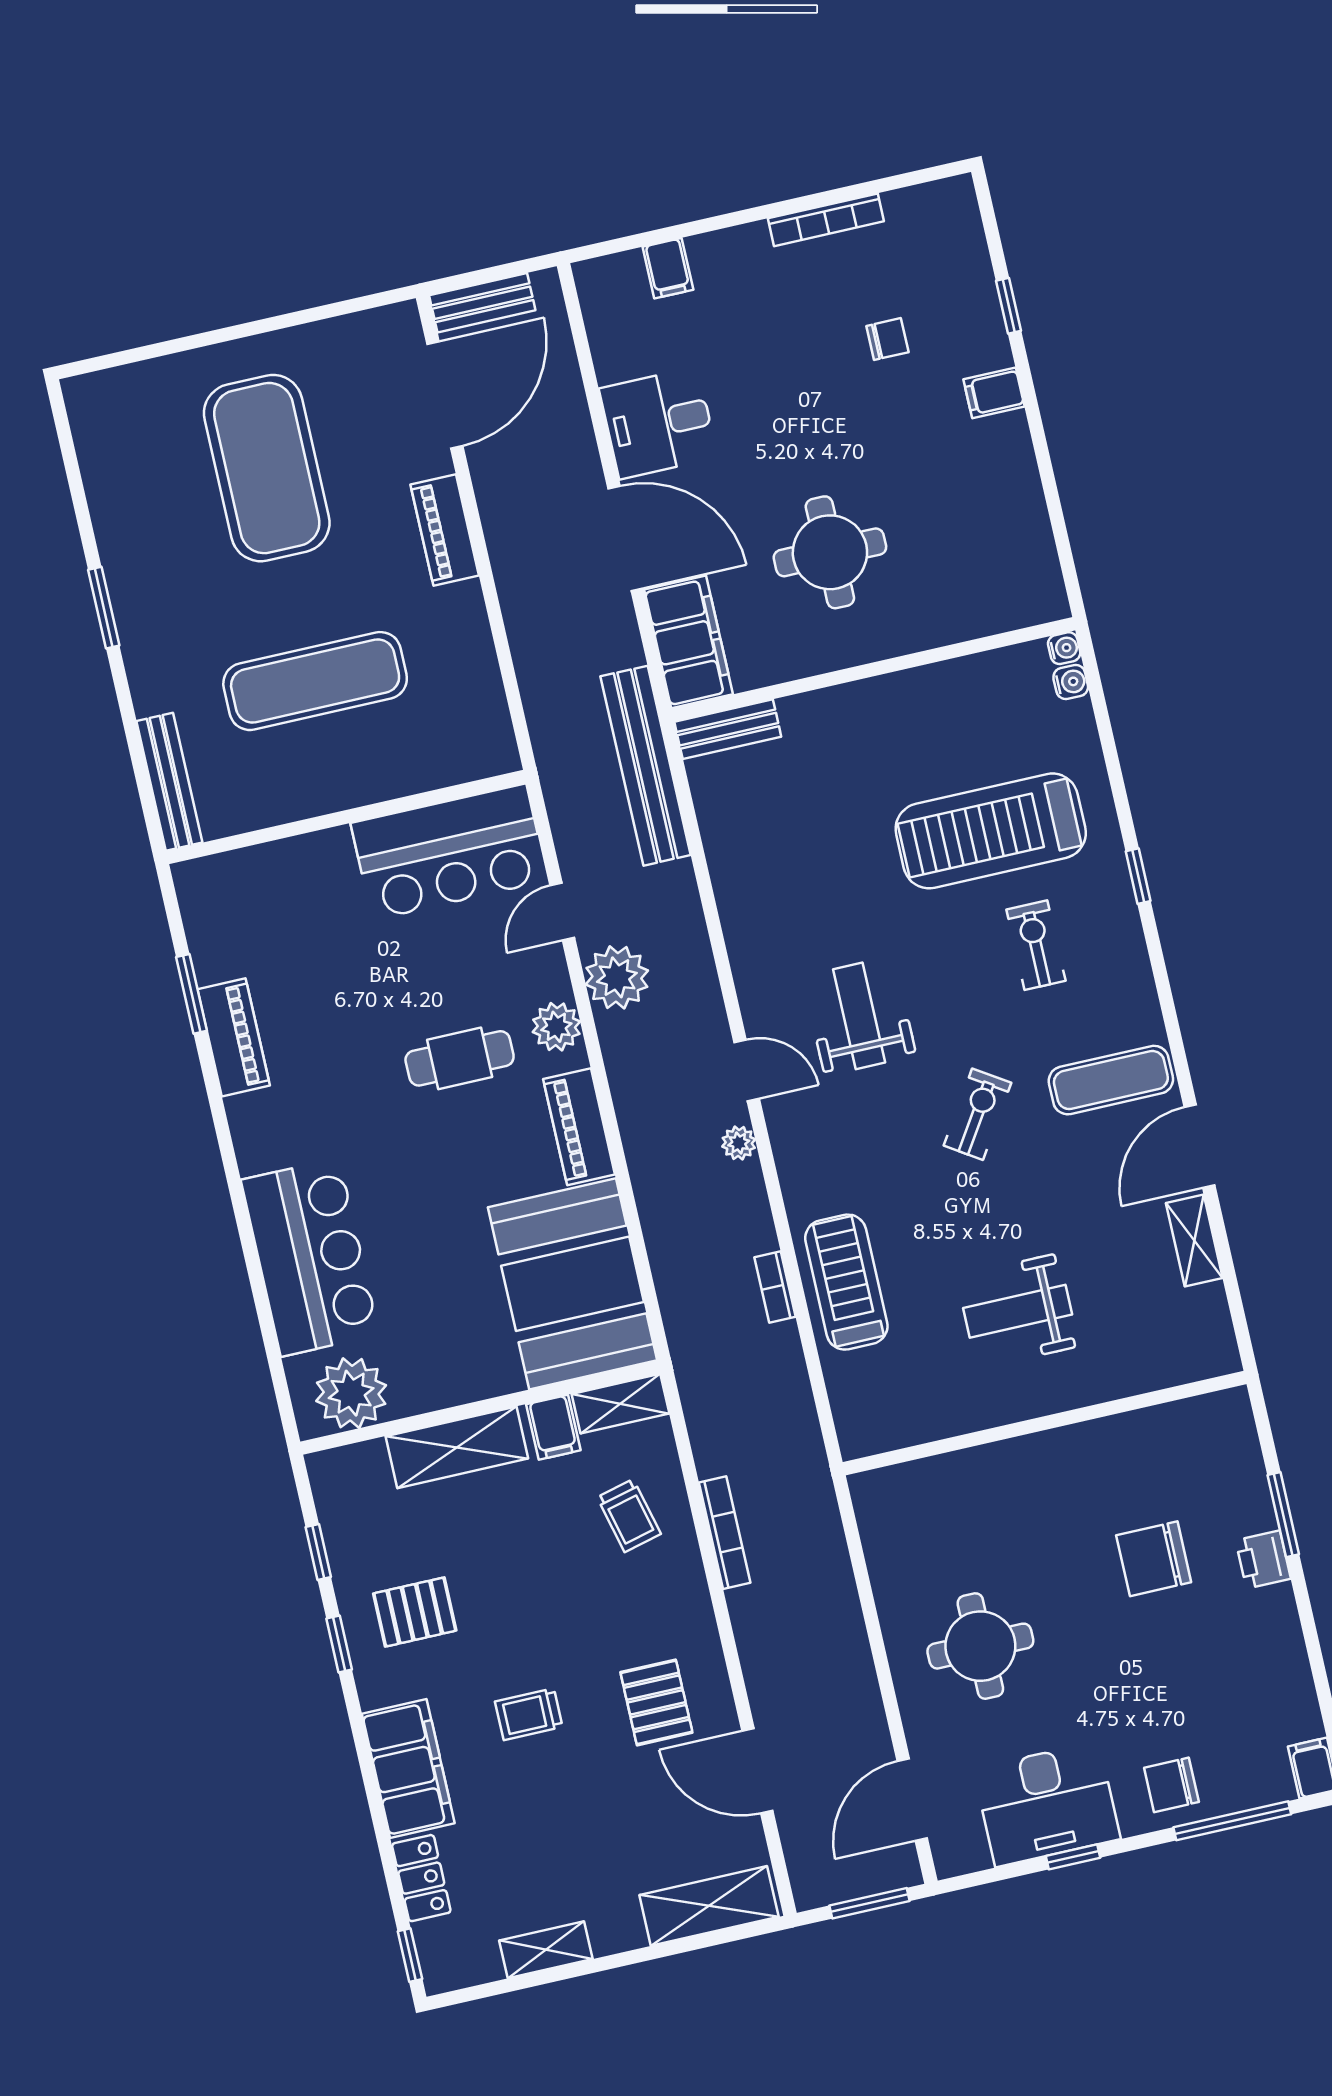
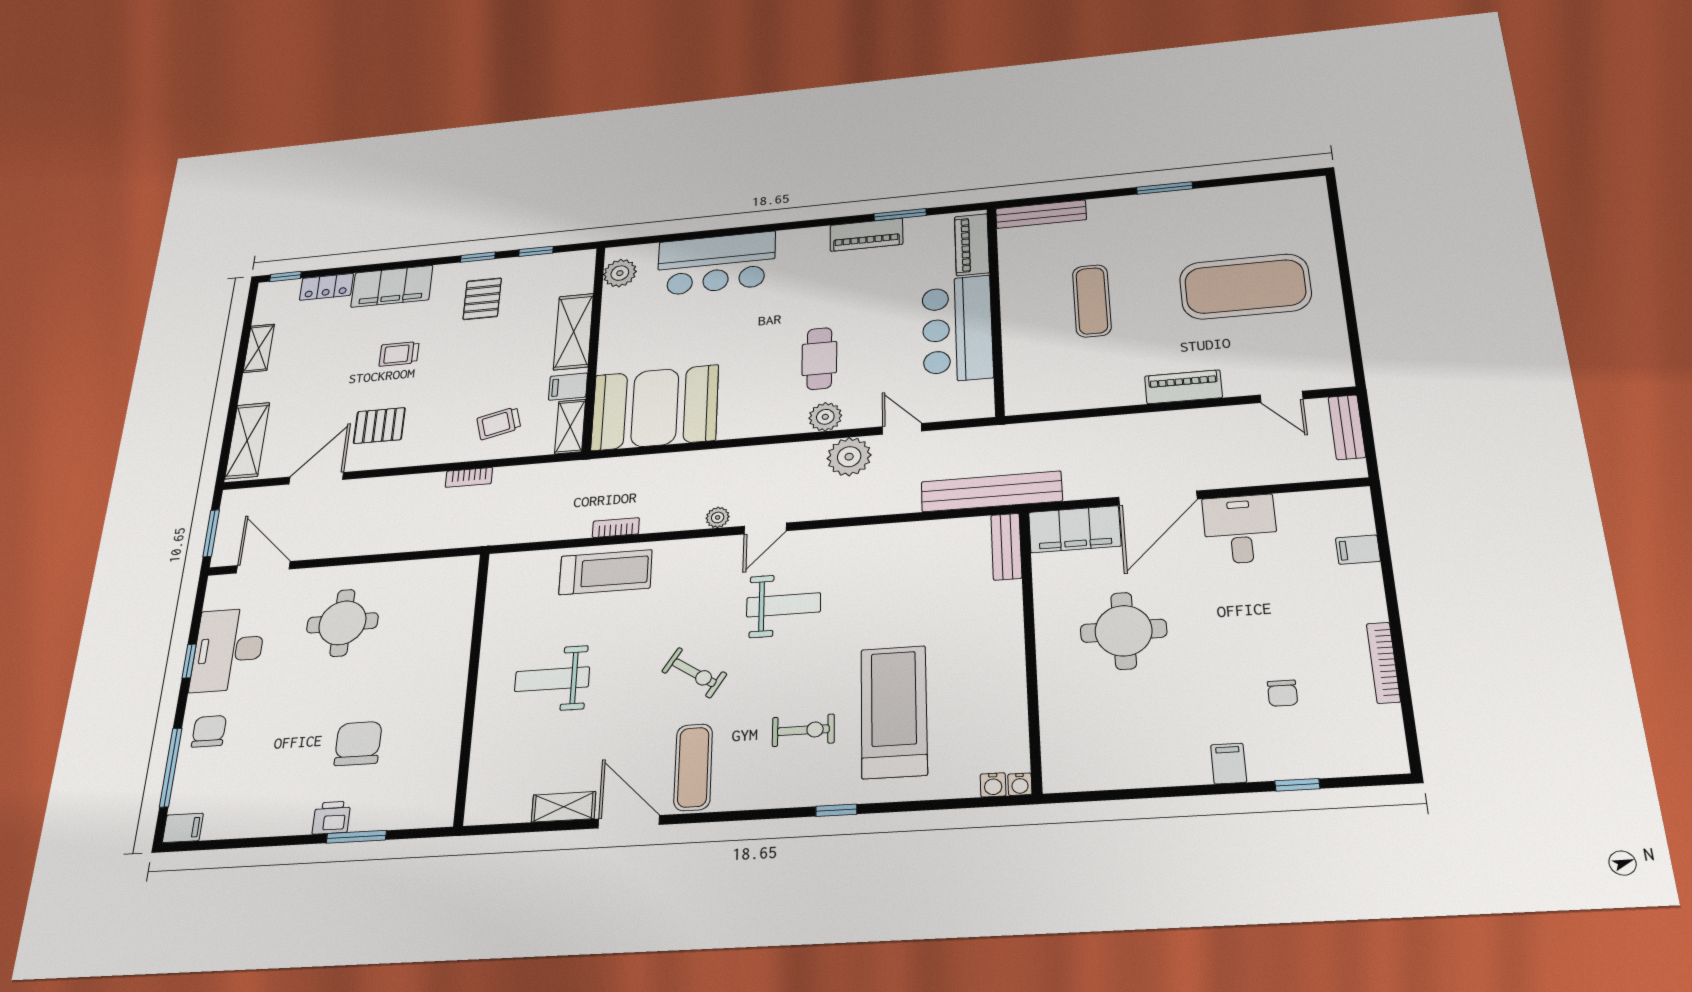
door: (445, 395) -> (1282, 397), width x0.53
exercise mat: (315, 681) -> (1092, 301), width x0.73, depth x0.69
bar counter: (449, 852) -> (957, 329), moved
piano: (579, 1127) -> (972, 245), moved, turned -90
weight bench: (1018, 1311) -> (552, 679), turned -90
plant: (351, 1393) -> (620, 273), width x0.73, depth x0.73
bookcase: (725, 1533) -> (469, 477), width x0.64
trolley: (529, 1714) -> (399, 354), turned -90

